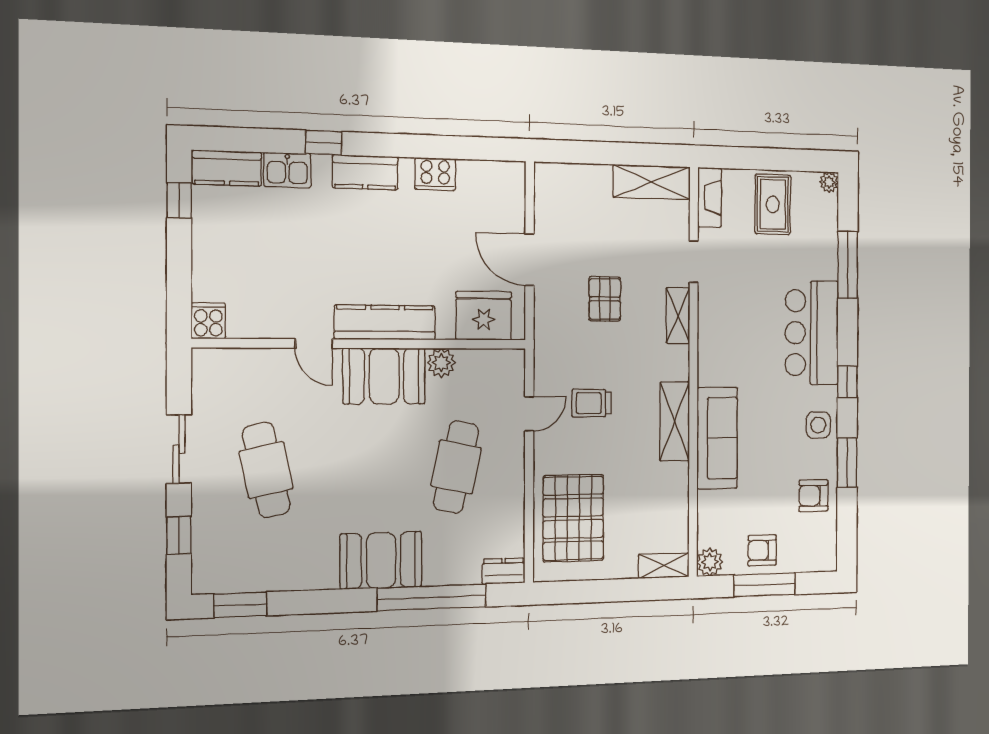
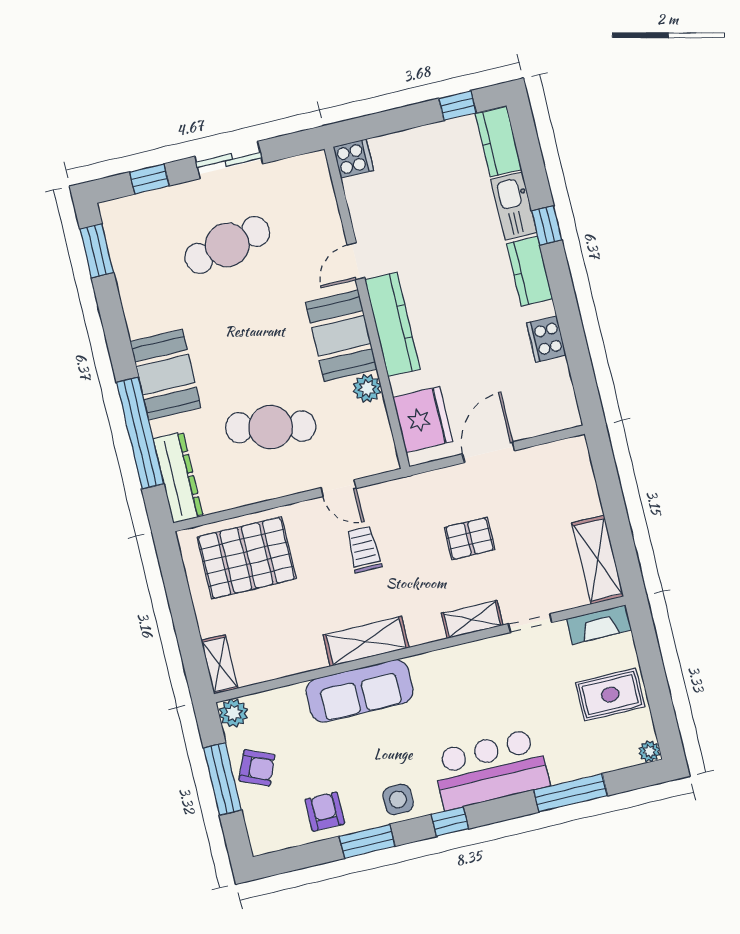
kitchen sink: (287, 170) -> (514, 206), width x1.38
armchair: (762, 550) -> (257, 768), turned 113
dresser: (503, 571) -> (178, 477), width x1.96, depth x1.24

